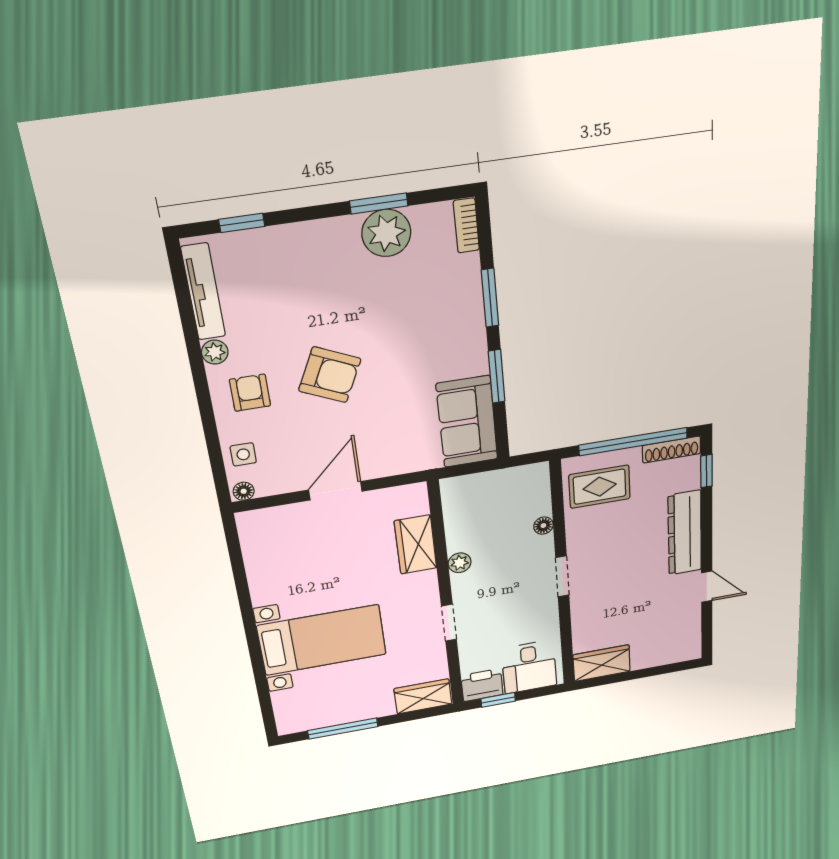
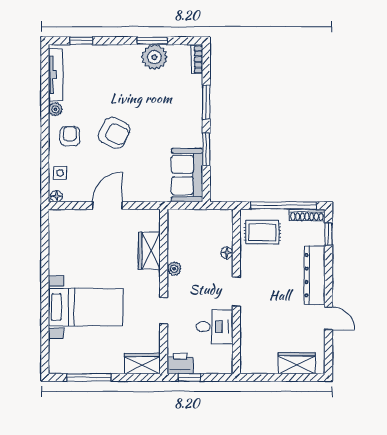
wardrobe: (602, 663) -> (297, 363), moved
desk: (529, 667) -> (215, 327), moved, turned -90

